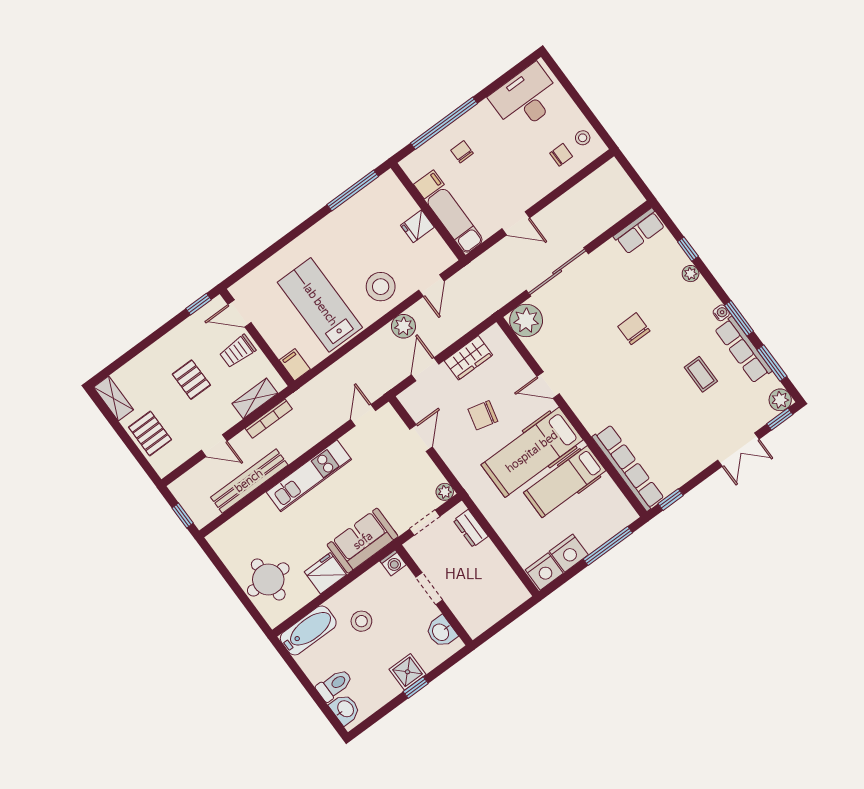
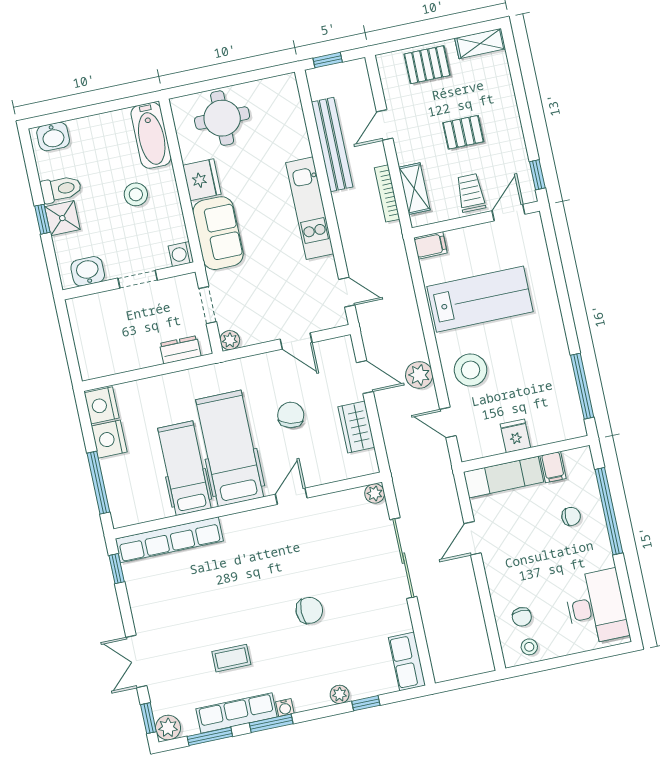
plant: (526, 320) -> (375, 493), width x0.53, depth x0.53
toilet: (334, 685) -> (61, 189), moved, turned -90

